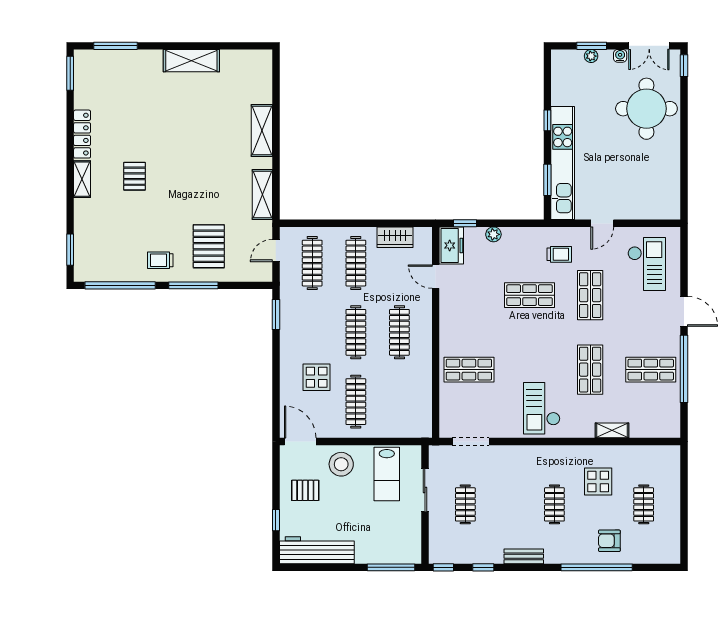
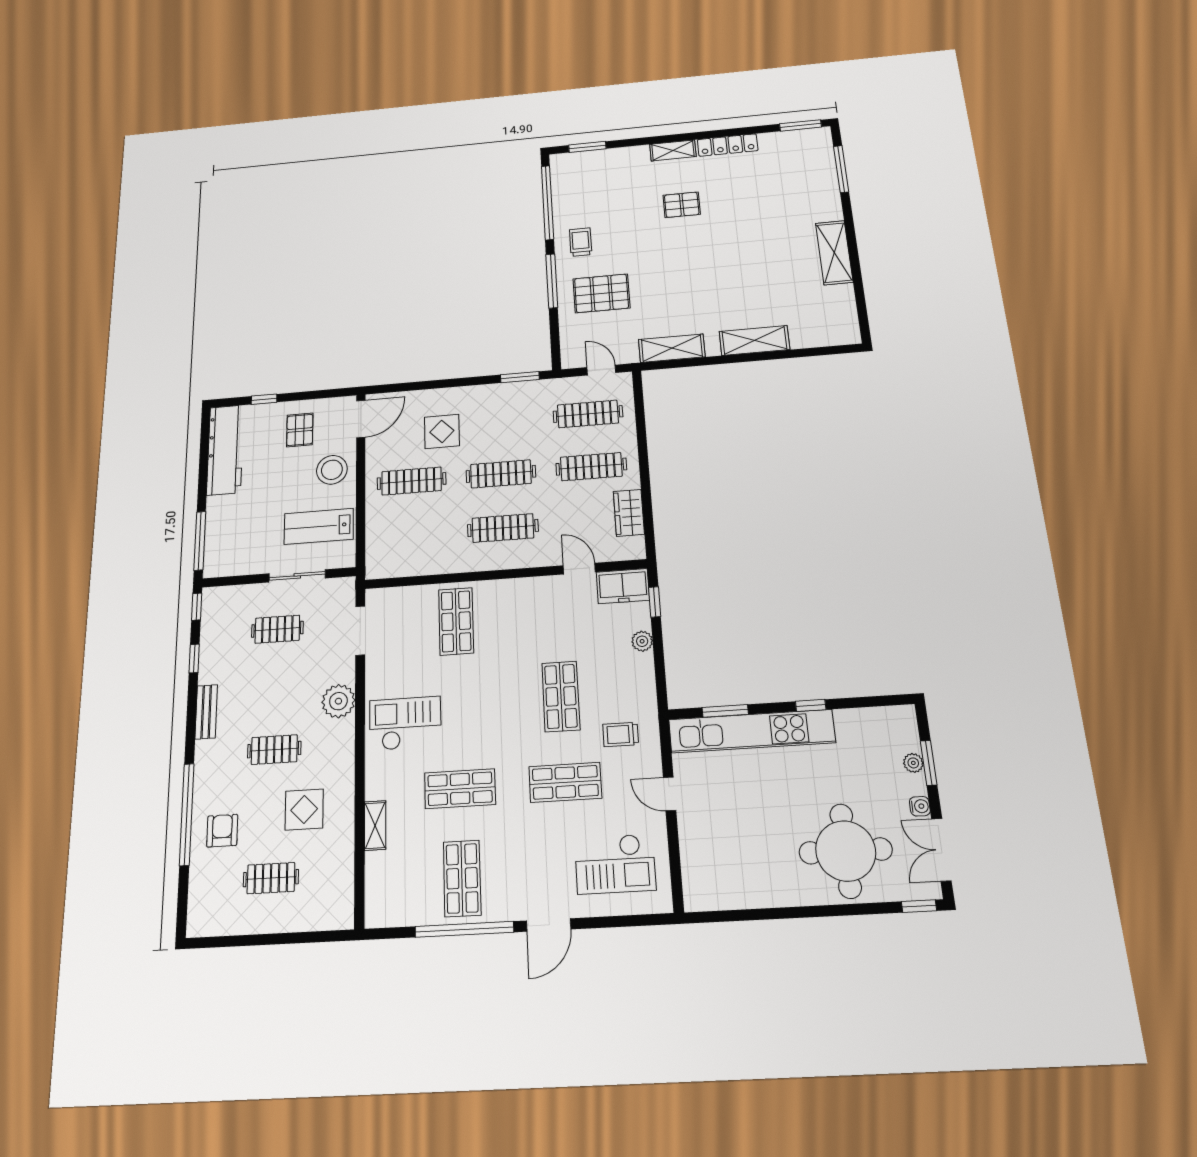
trolley: (559, 254) -> (621, 734), turned 90
door: (436, 277) -> (579, 569), hinge flipped
plant: (522, 457) -> (338, 701), added

